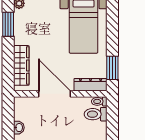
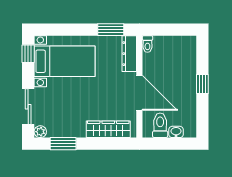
door: (55, 94) -> (139, 93), swing flipped
toilet: (96, 114) -> (160, 125), moved, turned 180

